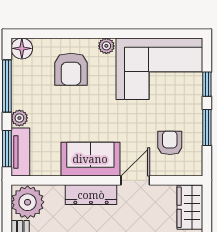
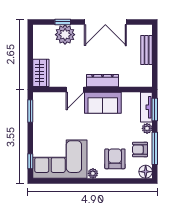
window: (207, 84) -> (30, 161), moved
window: (207, 128) -> (30, 111), moved
armchair: (170, 143) -> (140, 149), moved, turned 90
plant: (28, 202) -> (142, 76), removed

